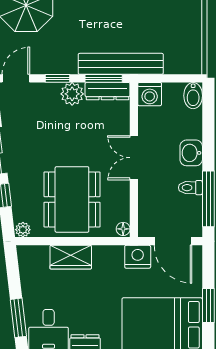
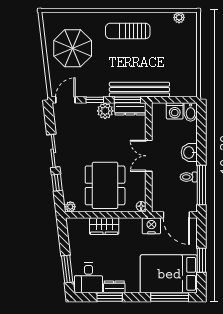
washing machine: (150, 94) -> (175, 111), moved

